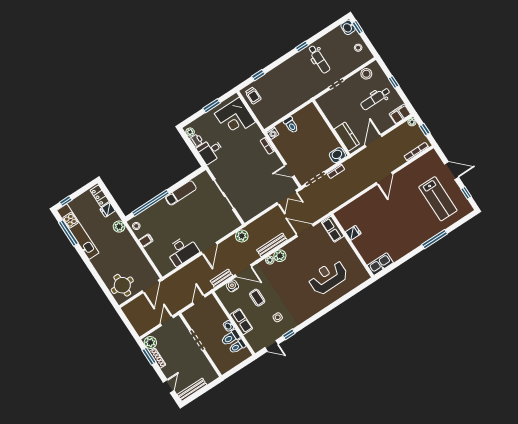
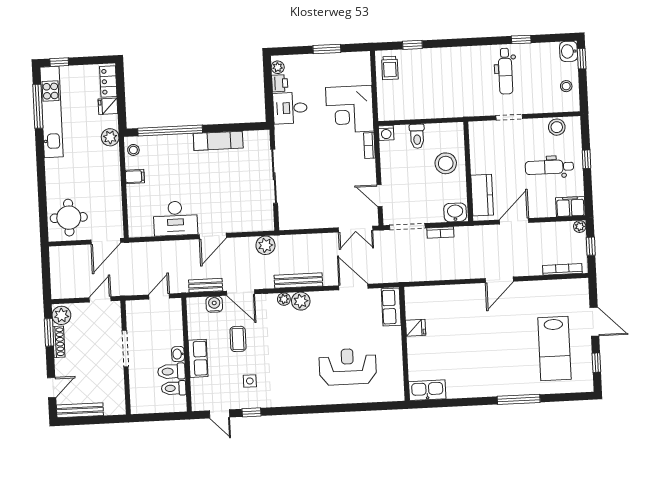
window: (302, 47) -> (521, 39), moved
corner desk: (235, 118) -> (350, 109), moved
stool: (316, 131) -> (446, 163), added

